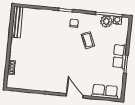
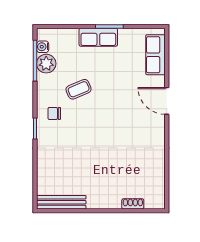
door: (75, 96) -> (167, 101), hinge flipped

